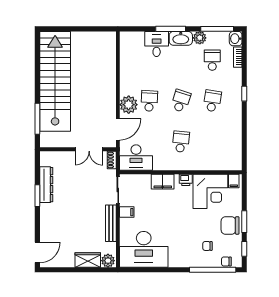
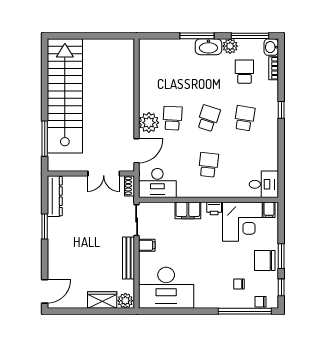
desk: (157, 44) -> (264, 184), moved, turned 90
dresser: (46, 185) -> (55, 196), moved

